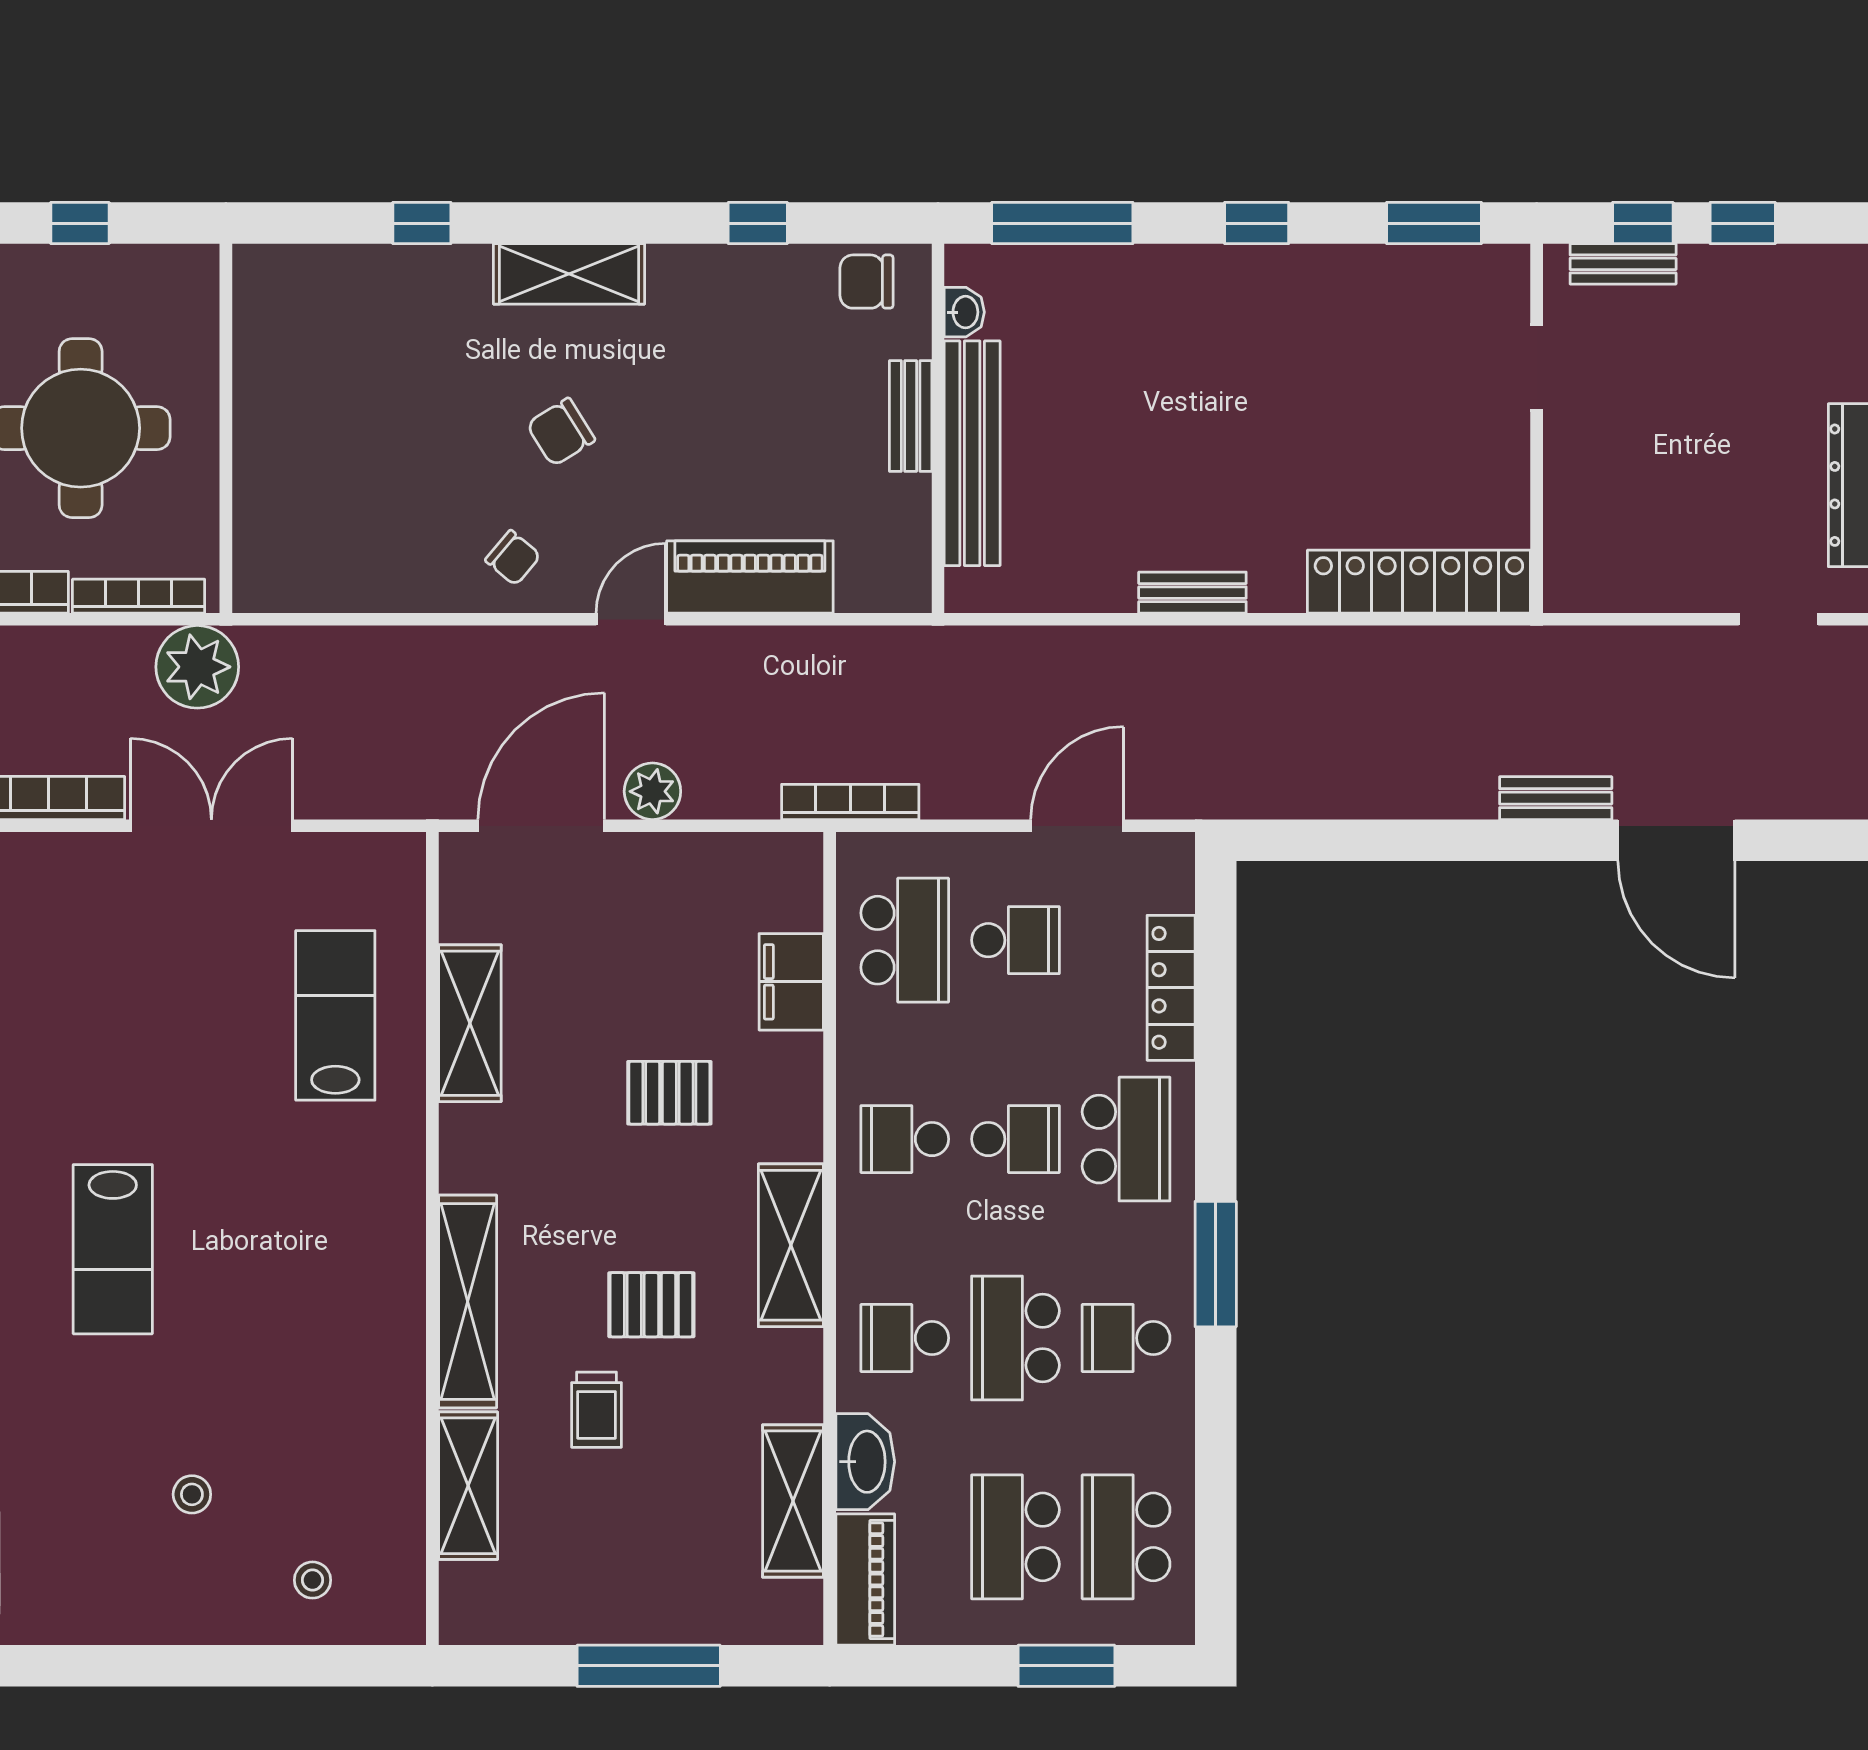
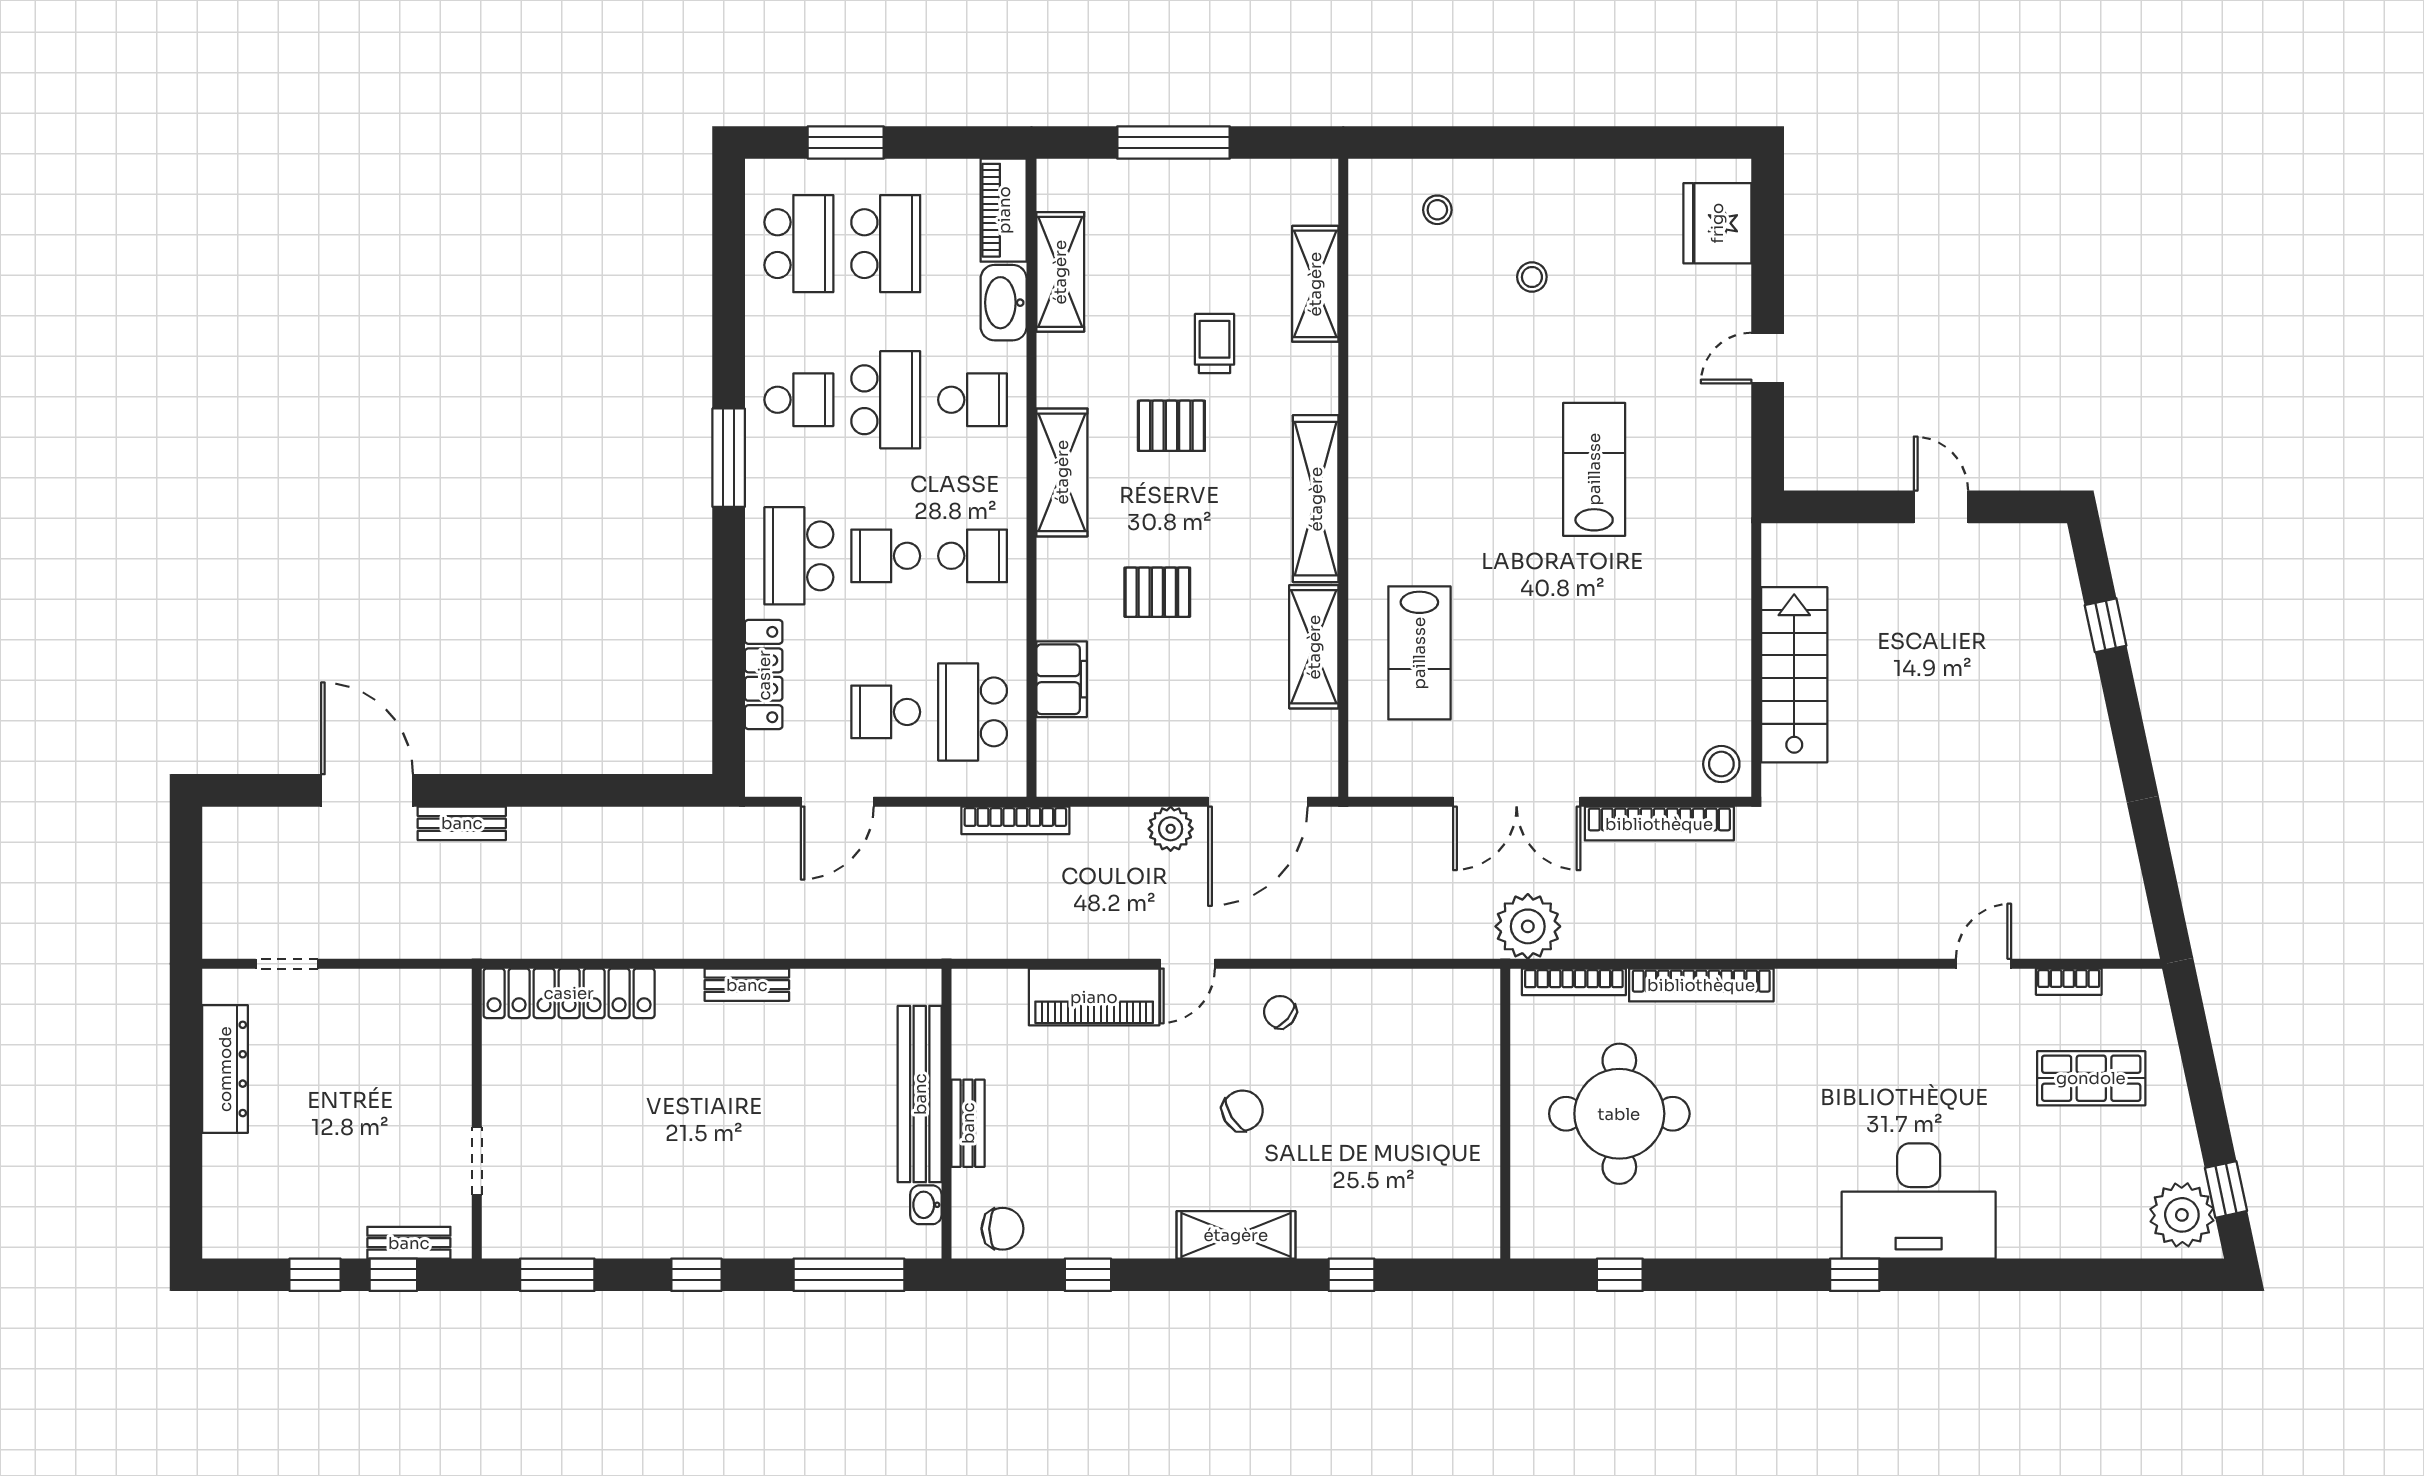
shelving: (468, 1302) -> (1316, 499), moved

